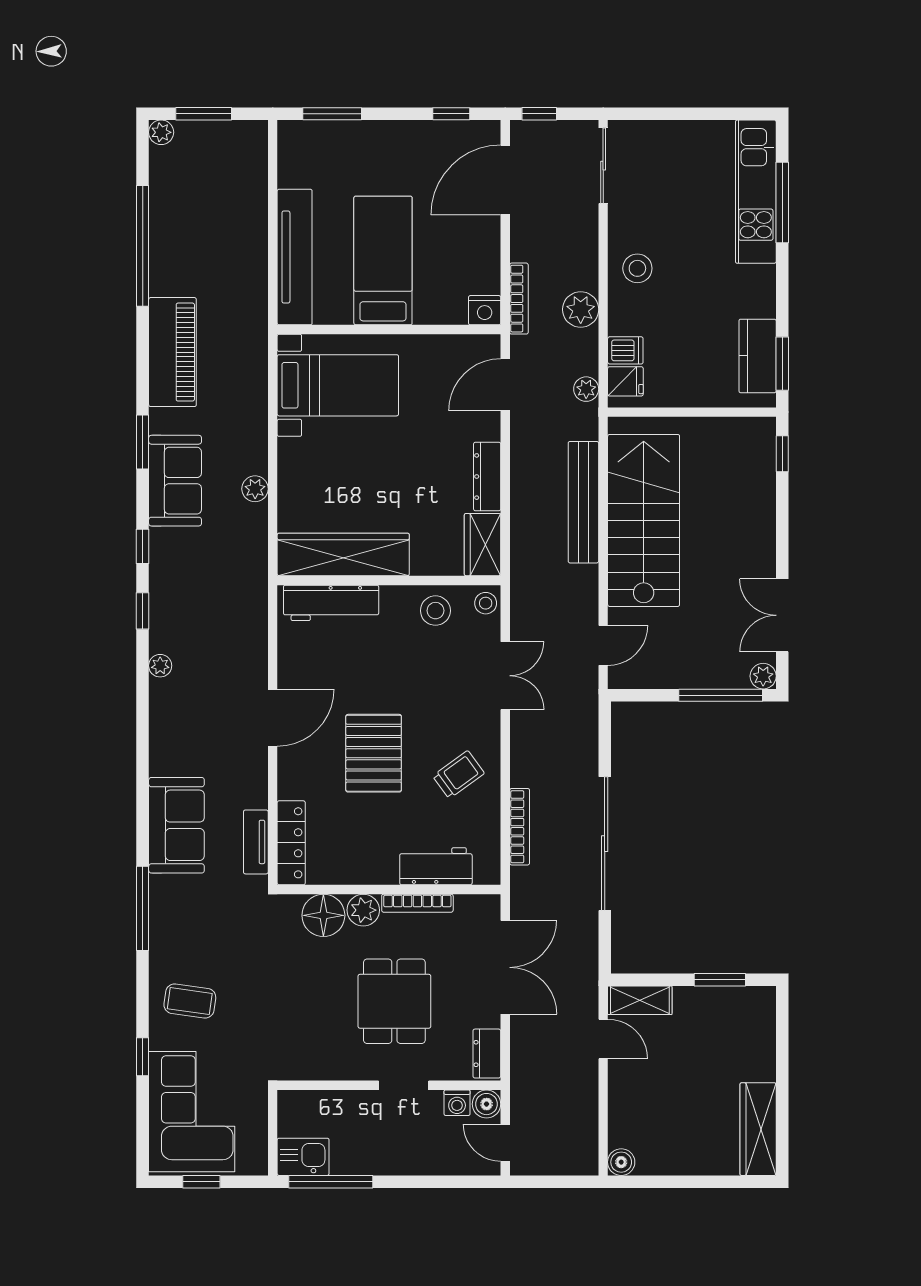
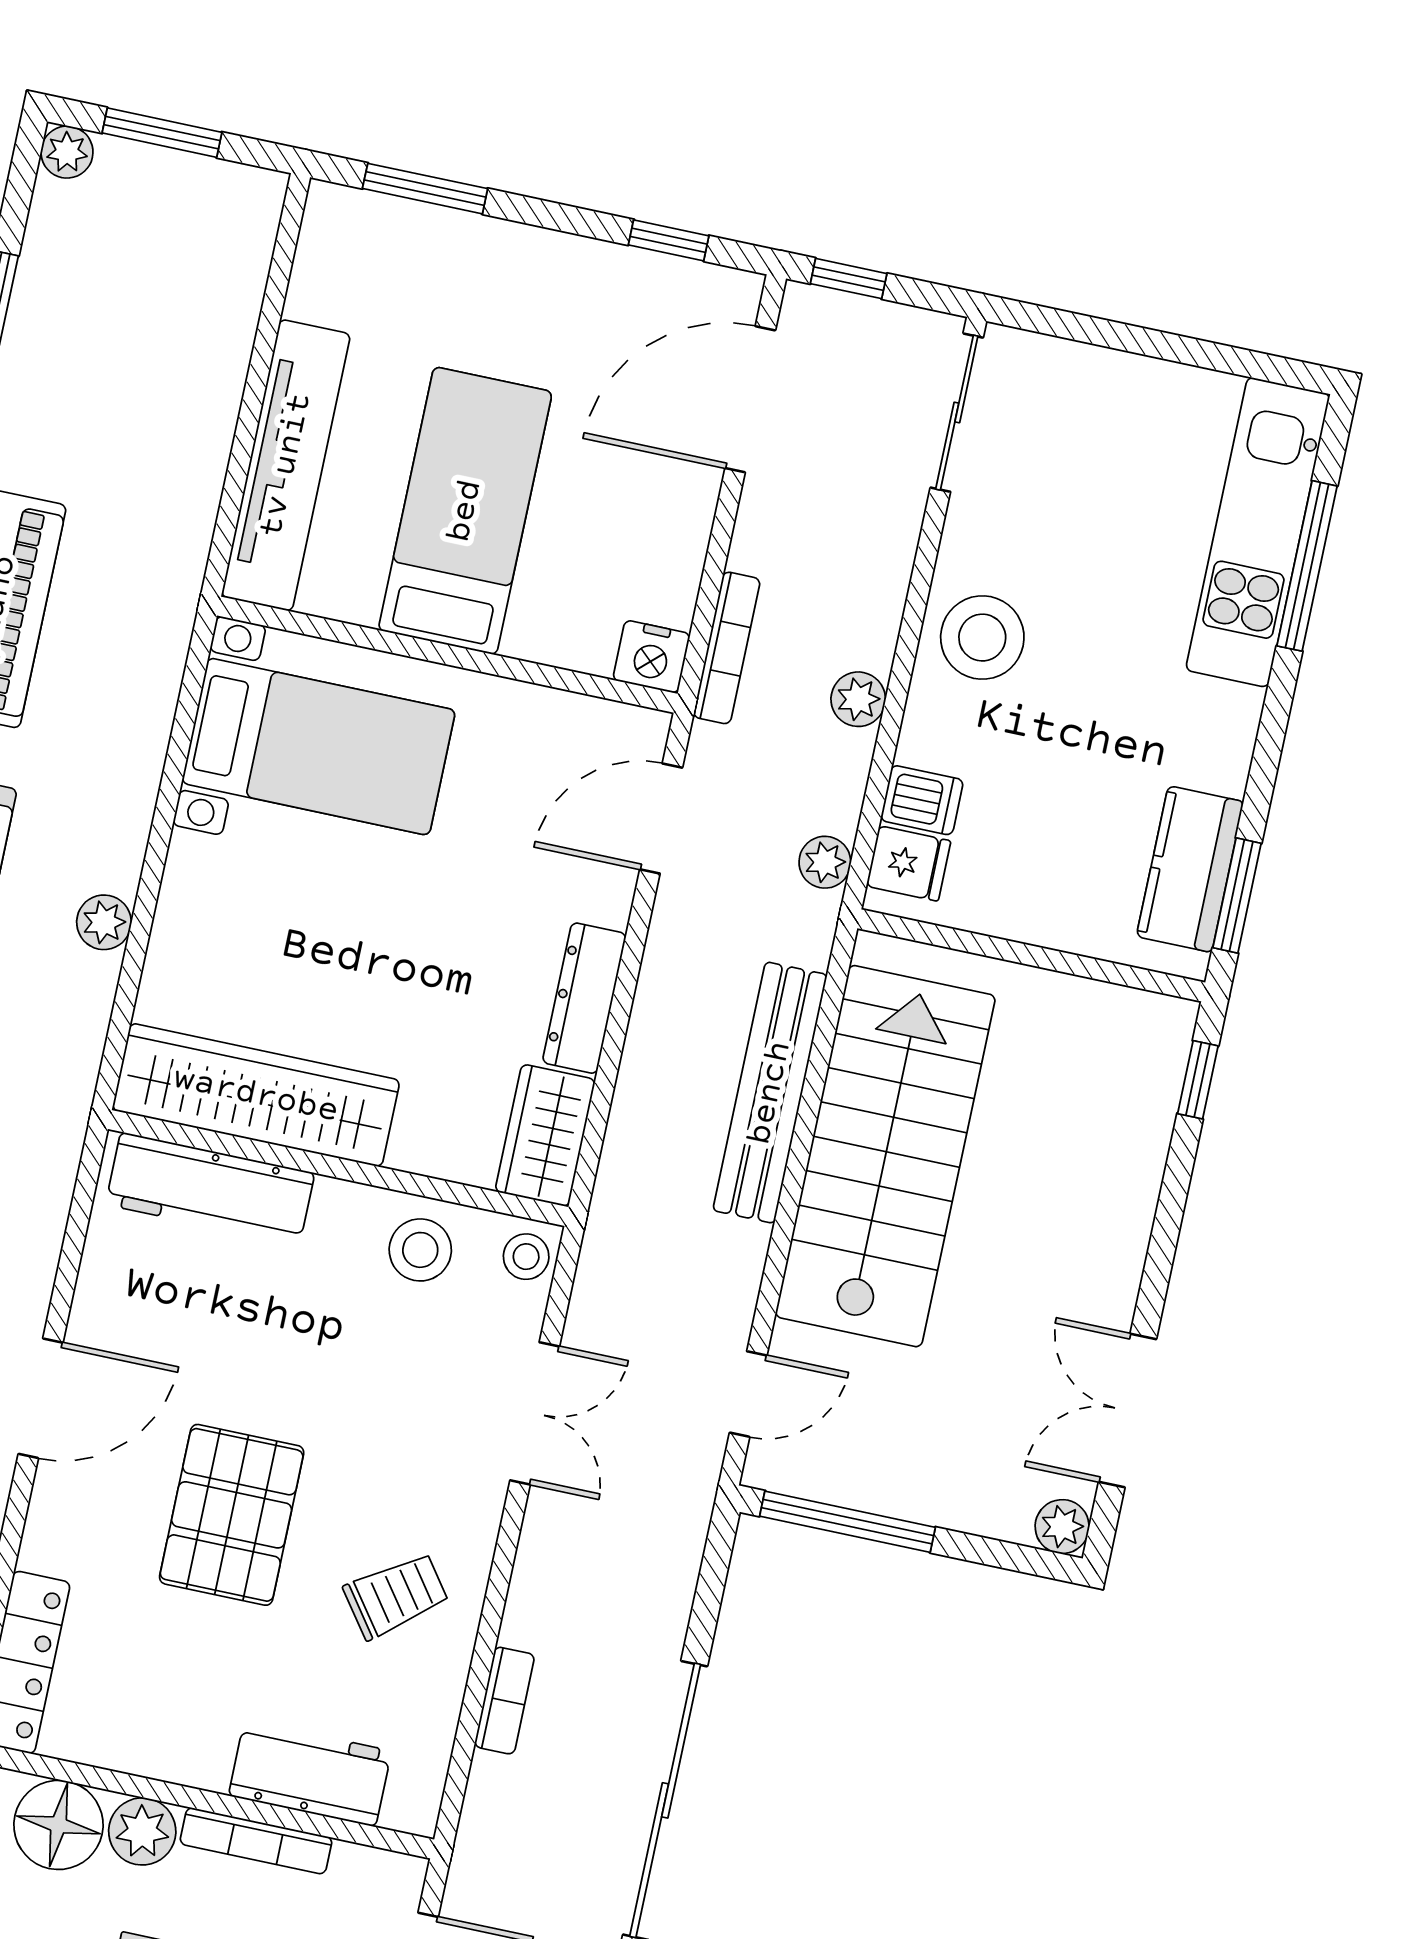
stool: (637, 268) -> (982, 638), width x1.38, depth x1.38
plant: (581, 309) -> (858, 699), width x0.73, depth x0.73
window: (721, 695) -> (848, 1522), moved
bookcase: (520, 827) -> (504, 1701), width x0.64

